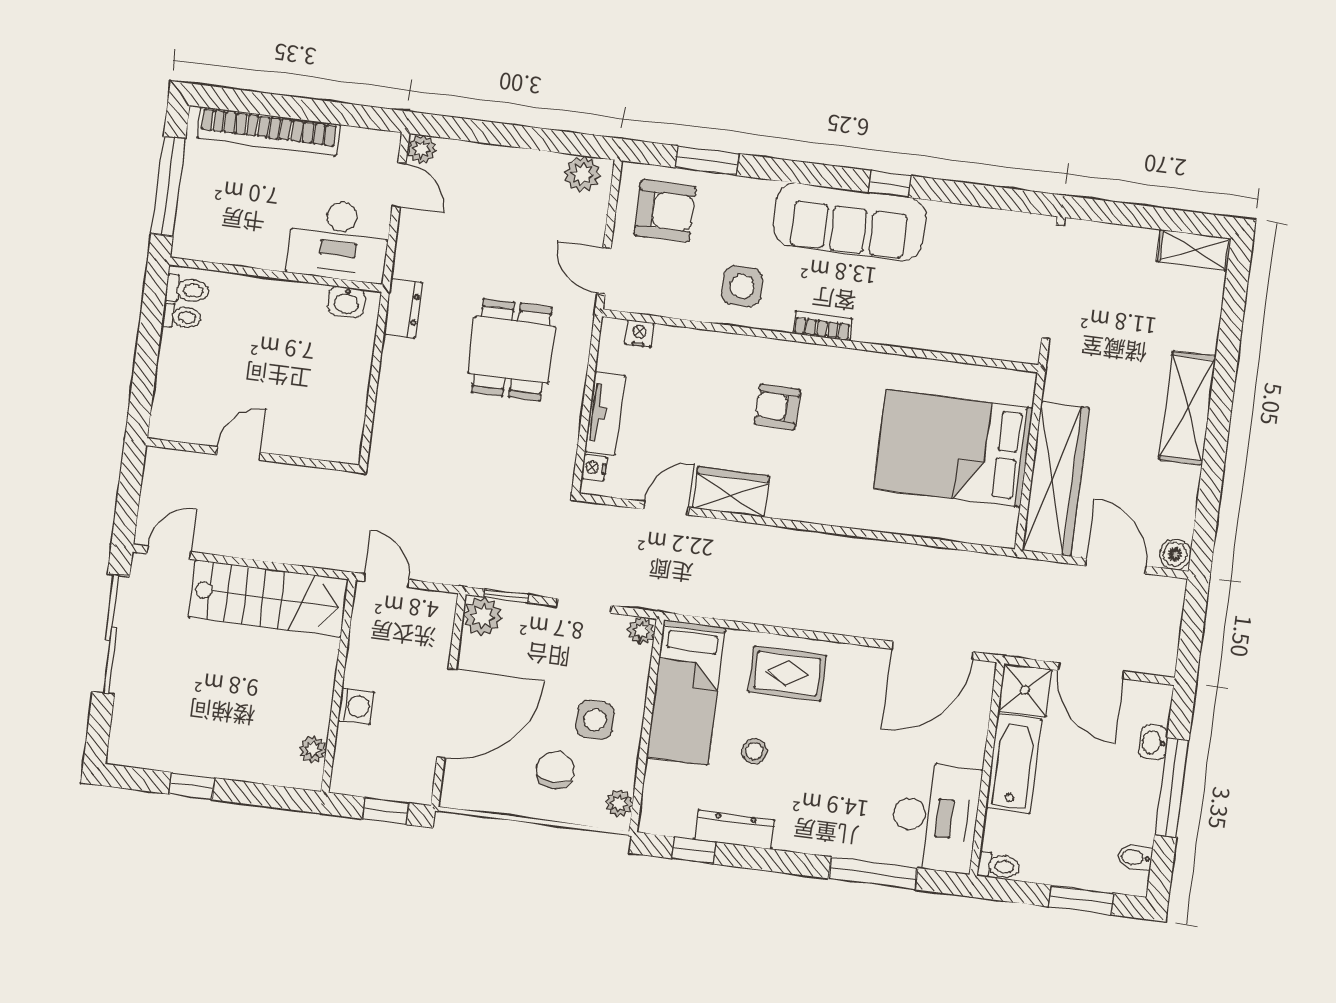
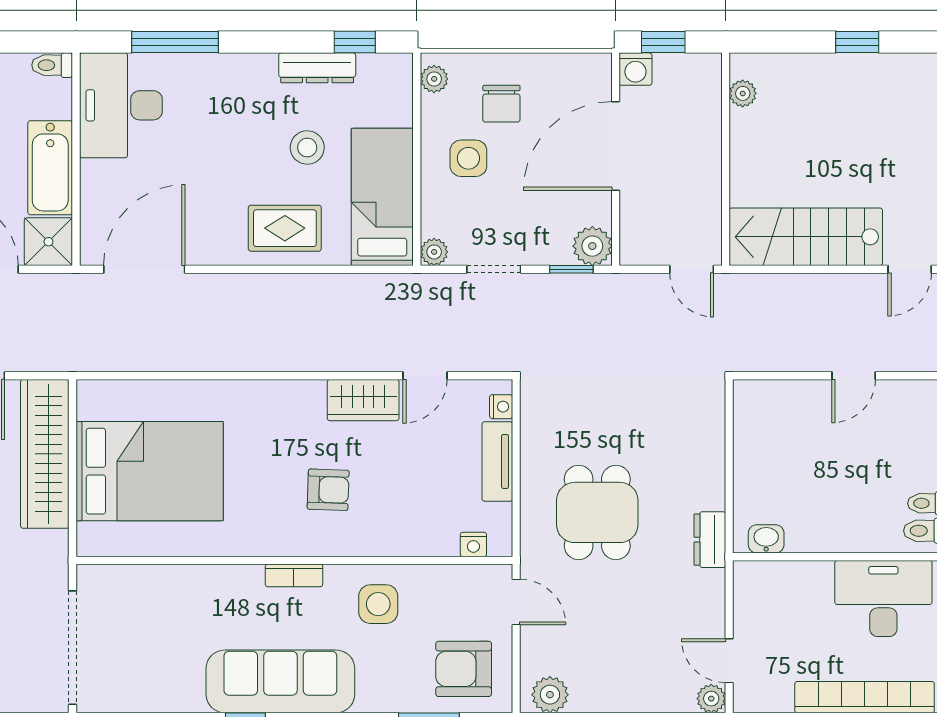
desk: (339, 240) -> (883, 599), moved
washing machine: (356, 706) -> (635, 69), moved, turned -90
stool: (755, 751) -> (307, 148), width x1.37, depth x1.37

